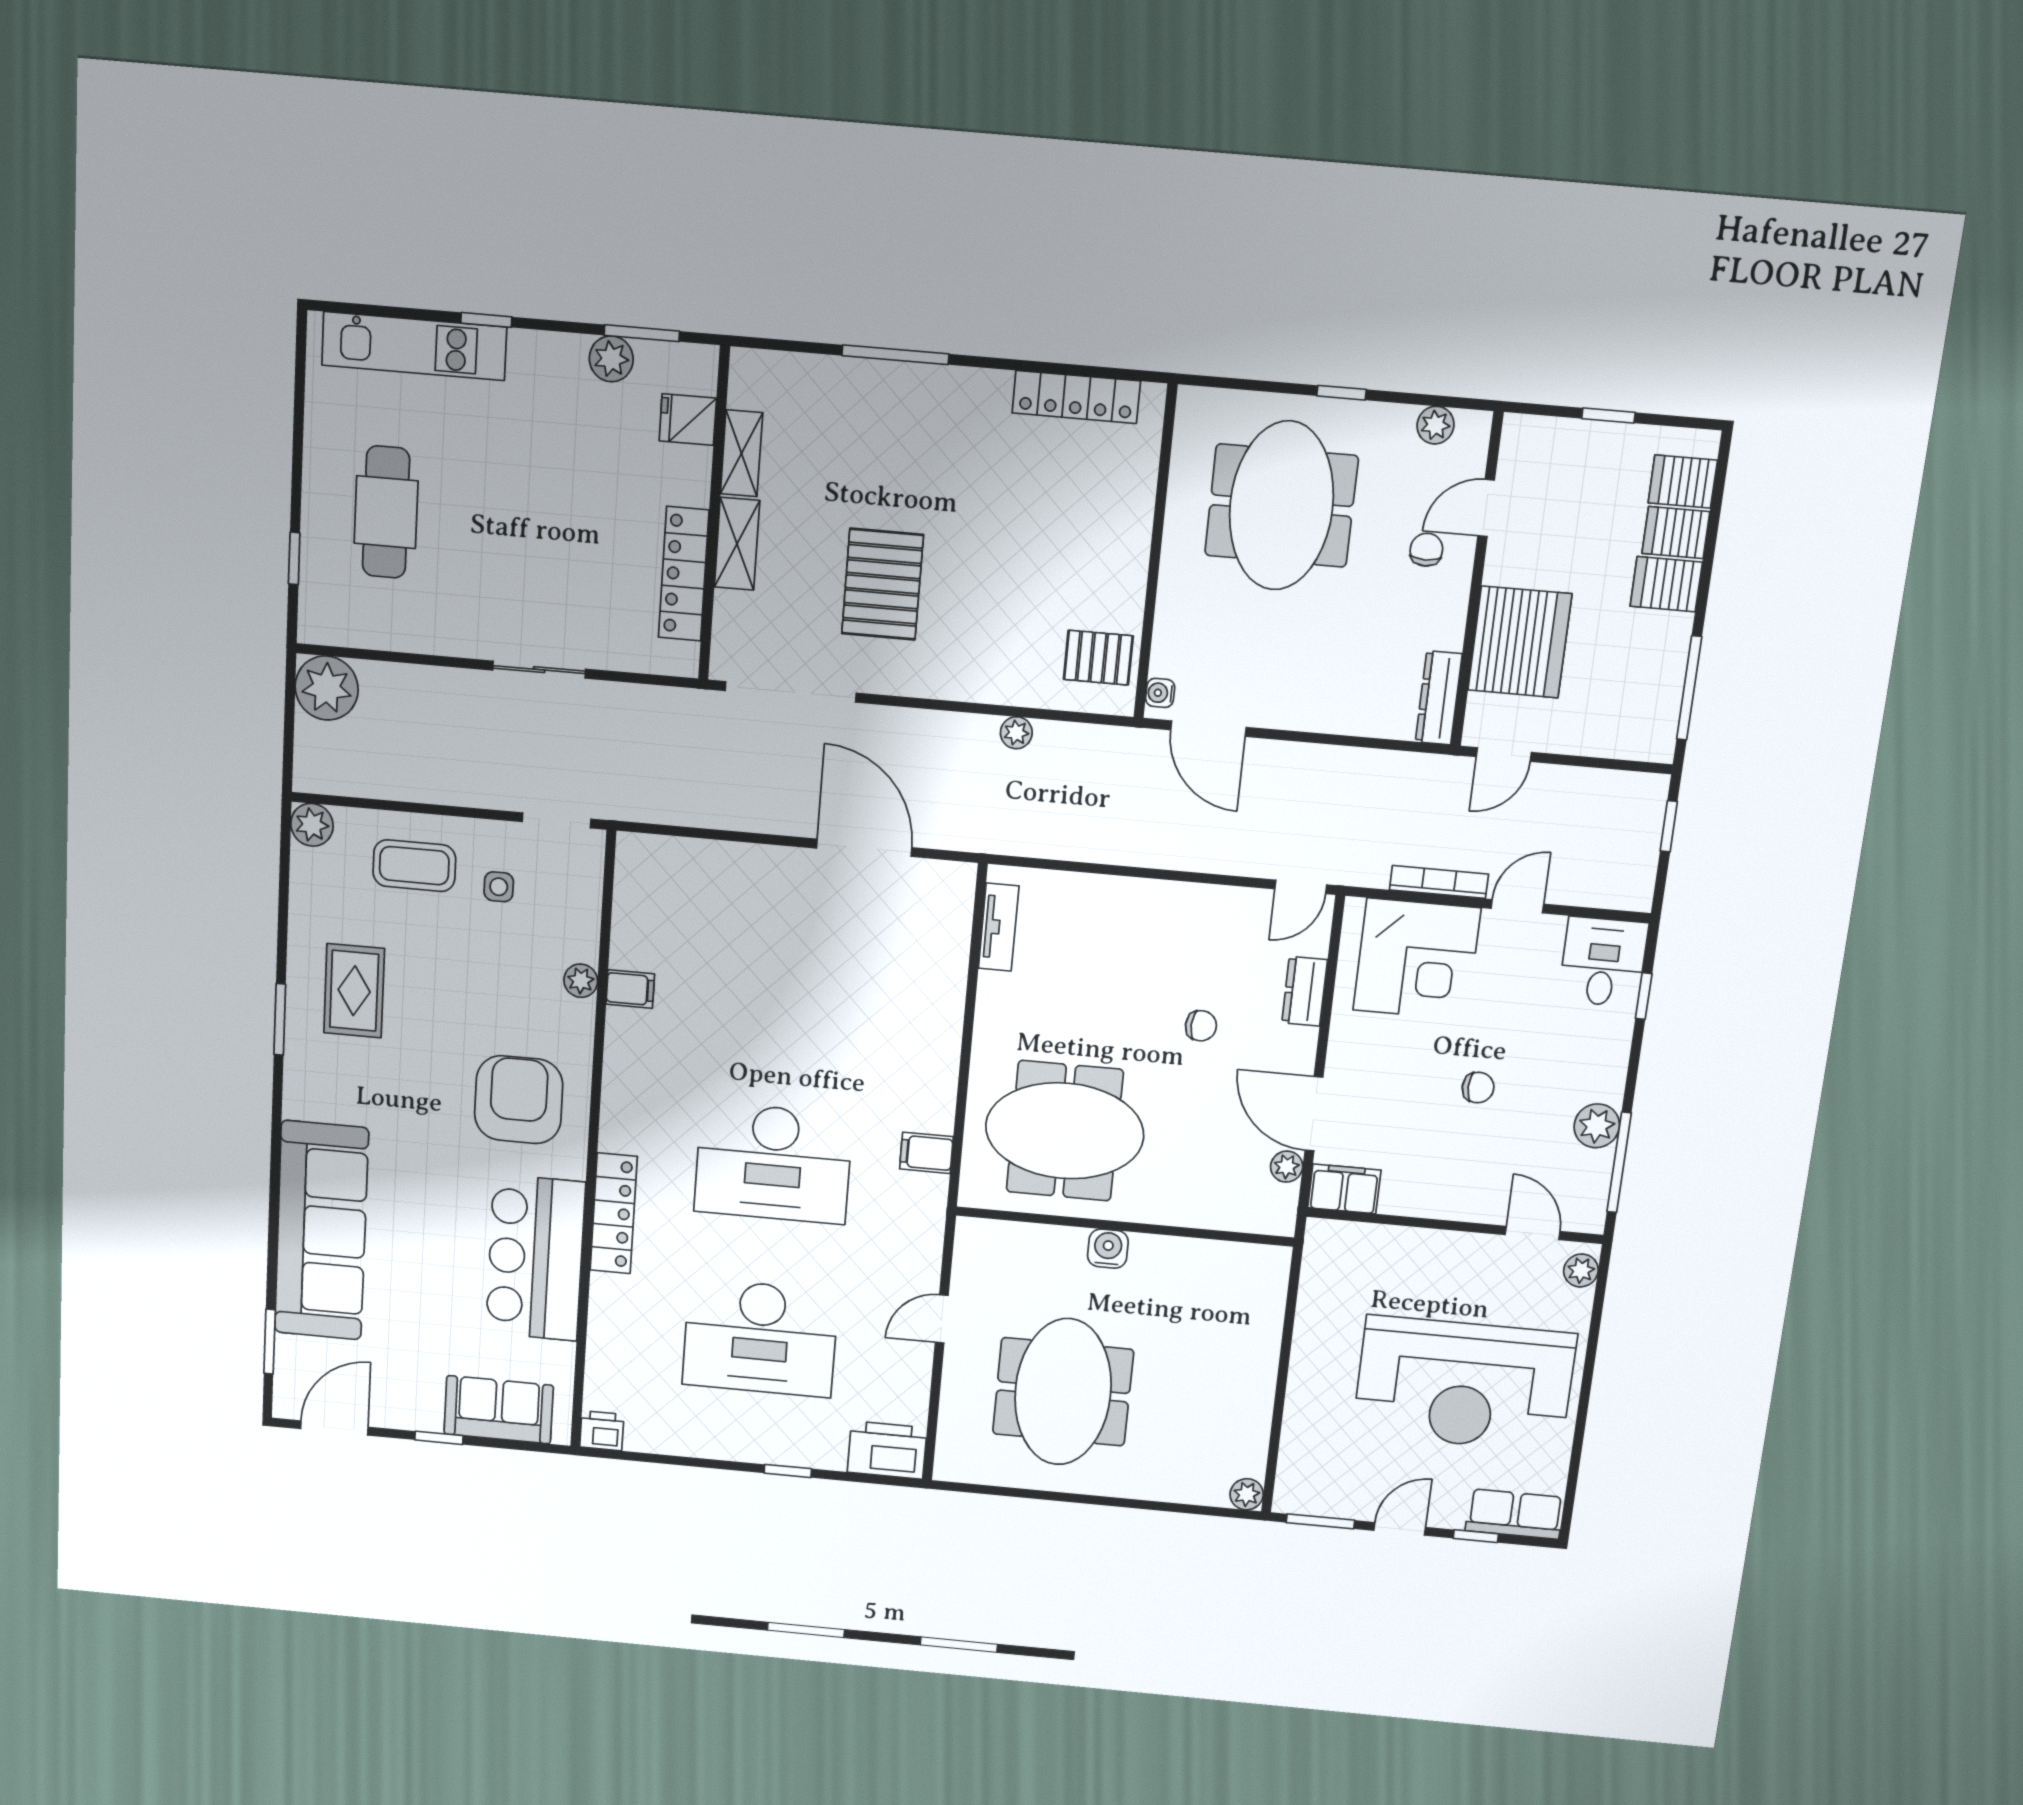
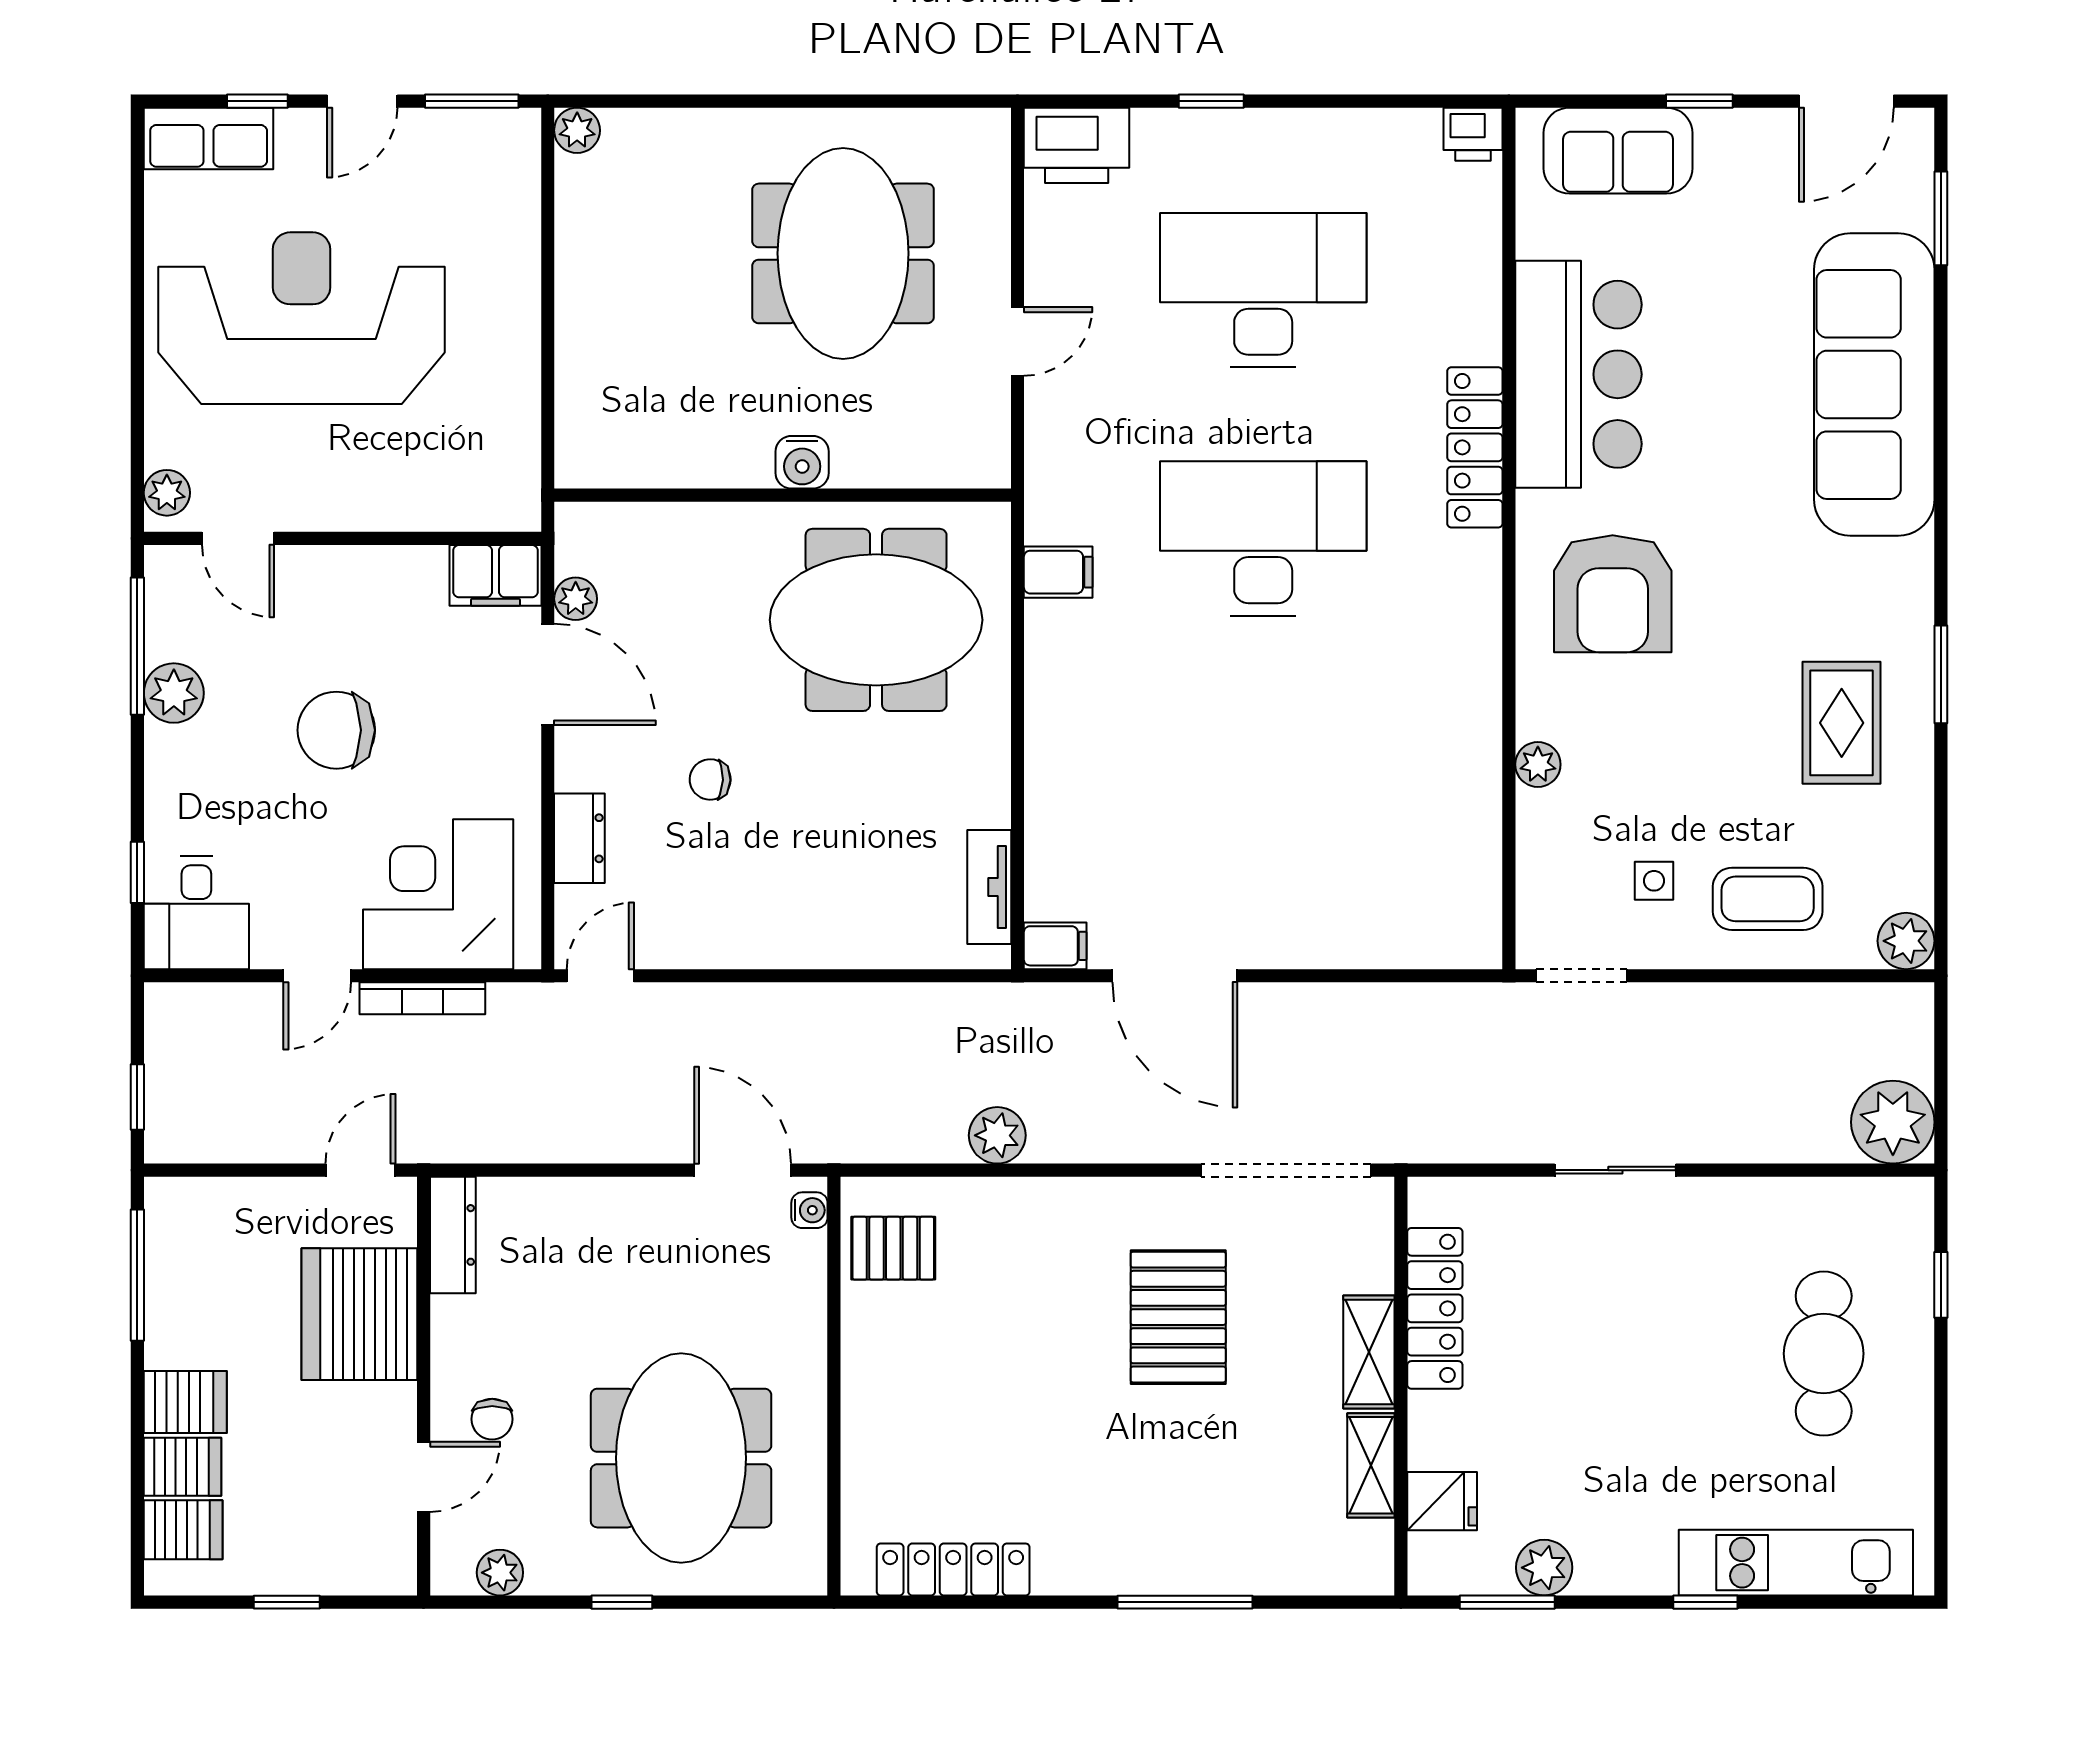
plant: (1016, 733) -> (997, 1135), width x1.38, depth x1.38
filing cabinet: (630, 989) -> (1055, 946), moved, turned 180
chair: (1478, 1088) -> (336, 730), width x1.87, depth x1.87

